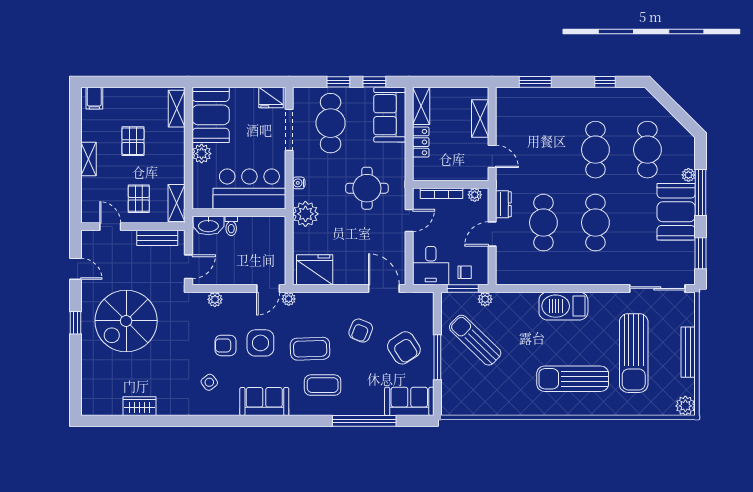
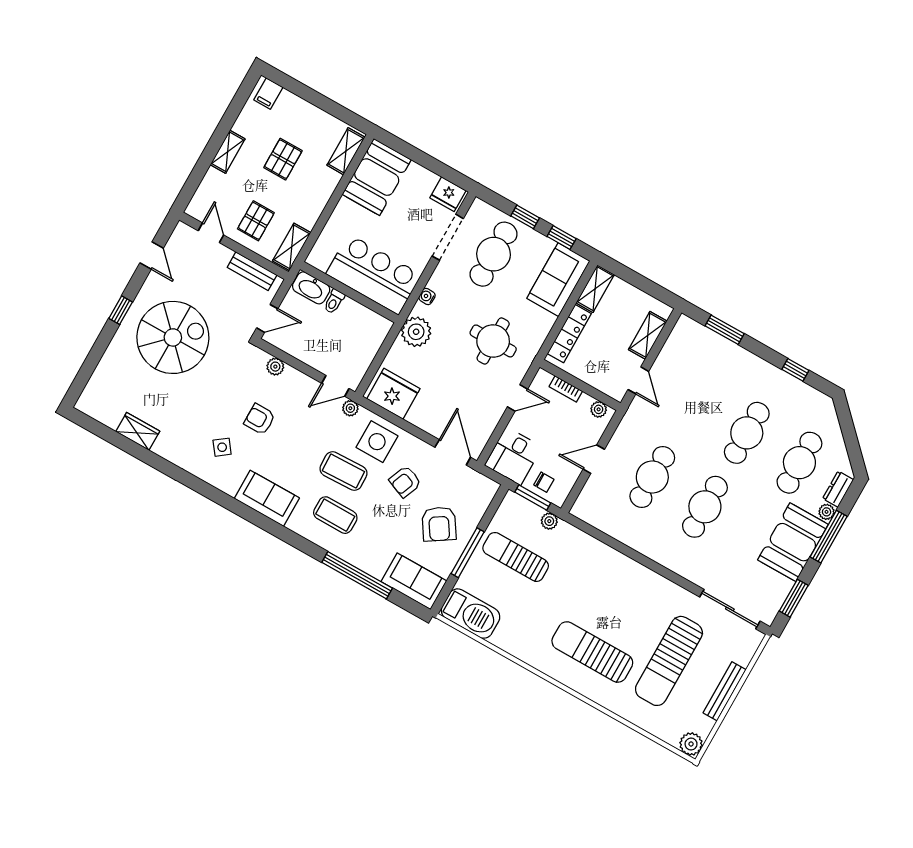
locker: (421, 142) -> (569, 334), width x1.53
plant: (202, 154) -> (345, 211), removed
bookcase: (442, 193) -> (566, 389), width x0.64
dresser: (503, 204) -> (838, 489), moved, turned 180
barbecue: (563, 306) -> (471, 614), moved, turned 180
spiral stairs: (126, 321) -> (173, 337), turned 180
sun lounger: (475, 340) -> (516, 557), turned -44
side table: (260, 343) -> (377, 442), moved

